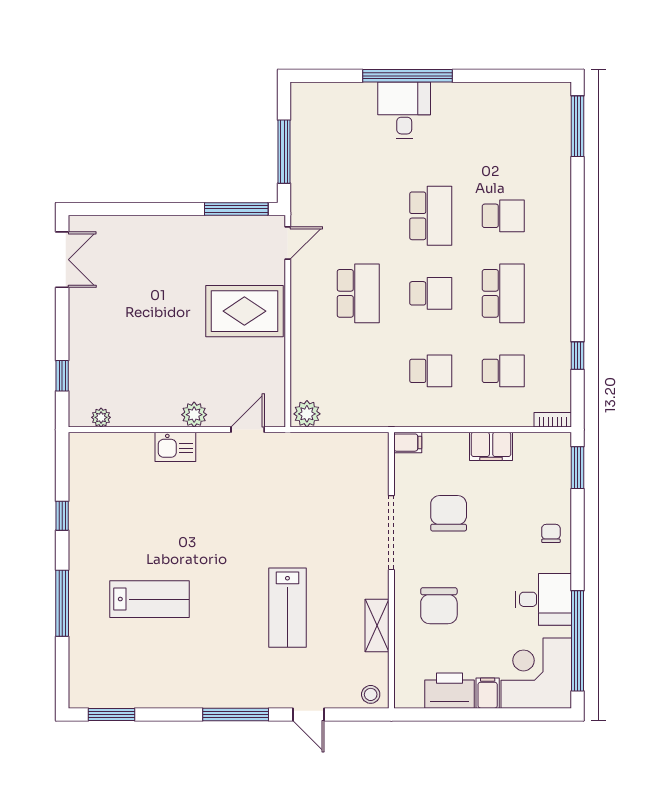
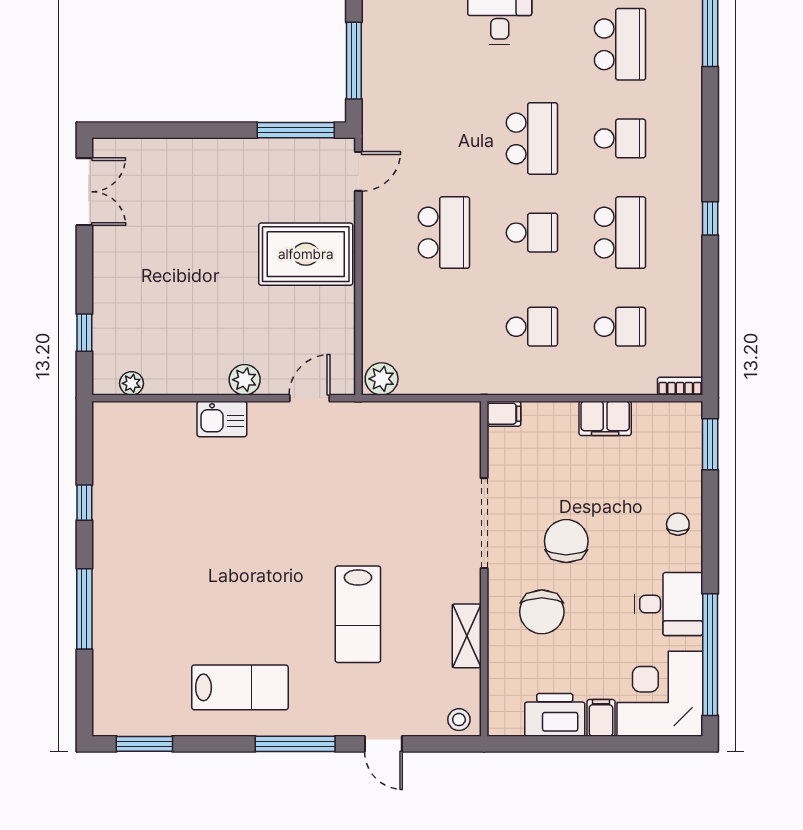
school desk: (503, 138) -> (620, 44), added
window: (577, 356) -> (710, 218), moved
chair: (449, 513) -> (566, 541), moved
lab bench: (150, 599) -> (240, 687), moved

